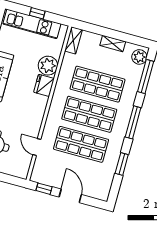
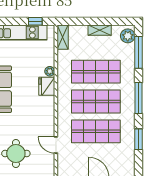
window: (37, 13) -> (35, 21), moved
plant: (48, 66) -> (50, 71), width x0.53, depth x0.53

